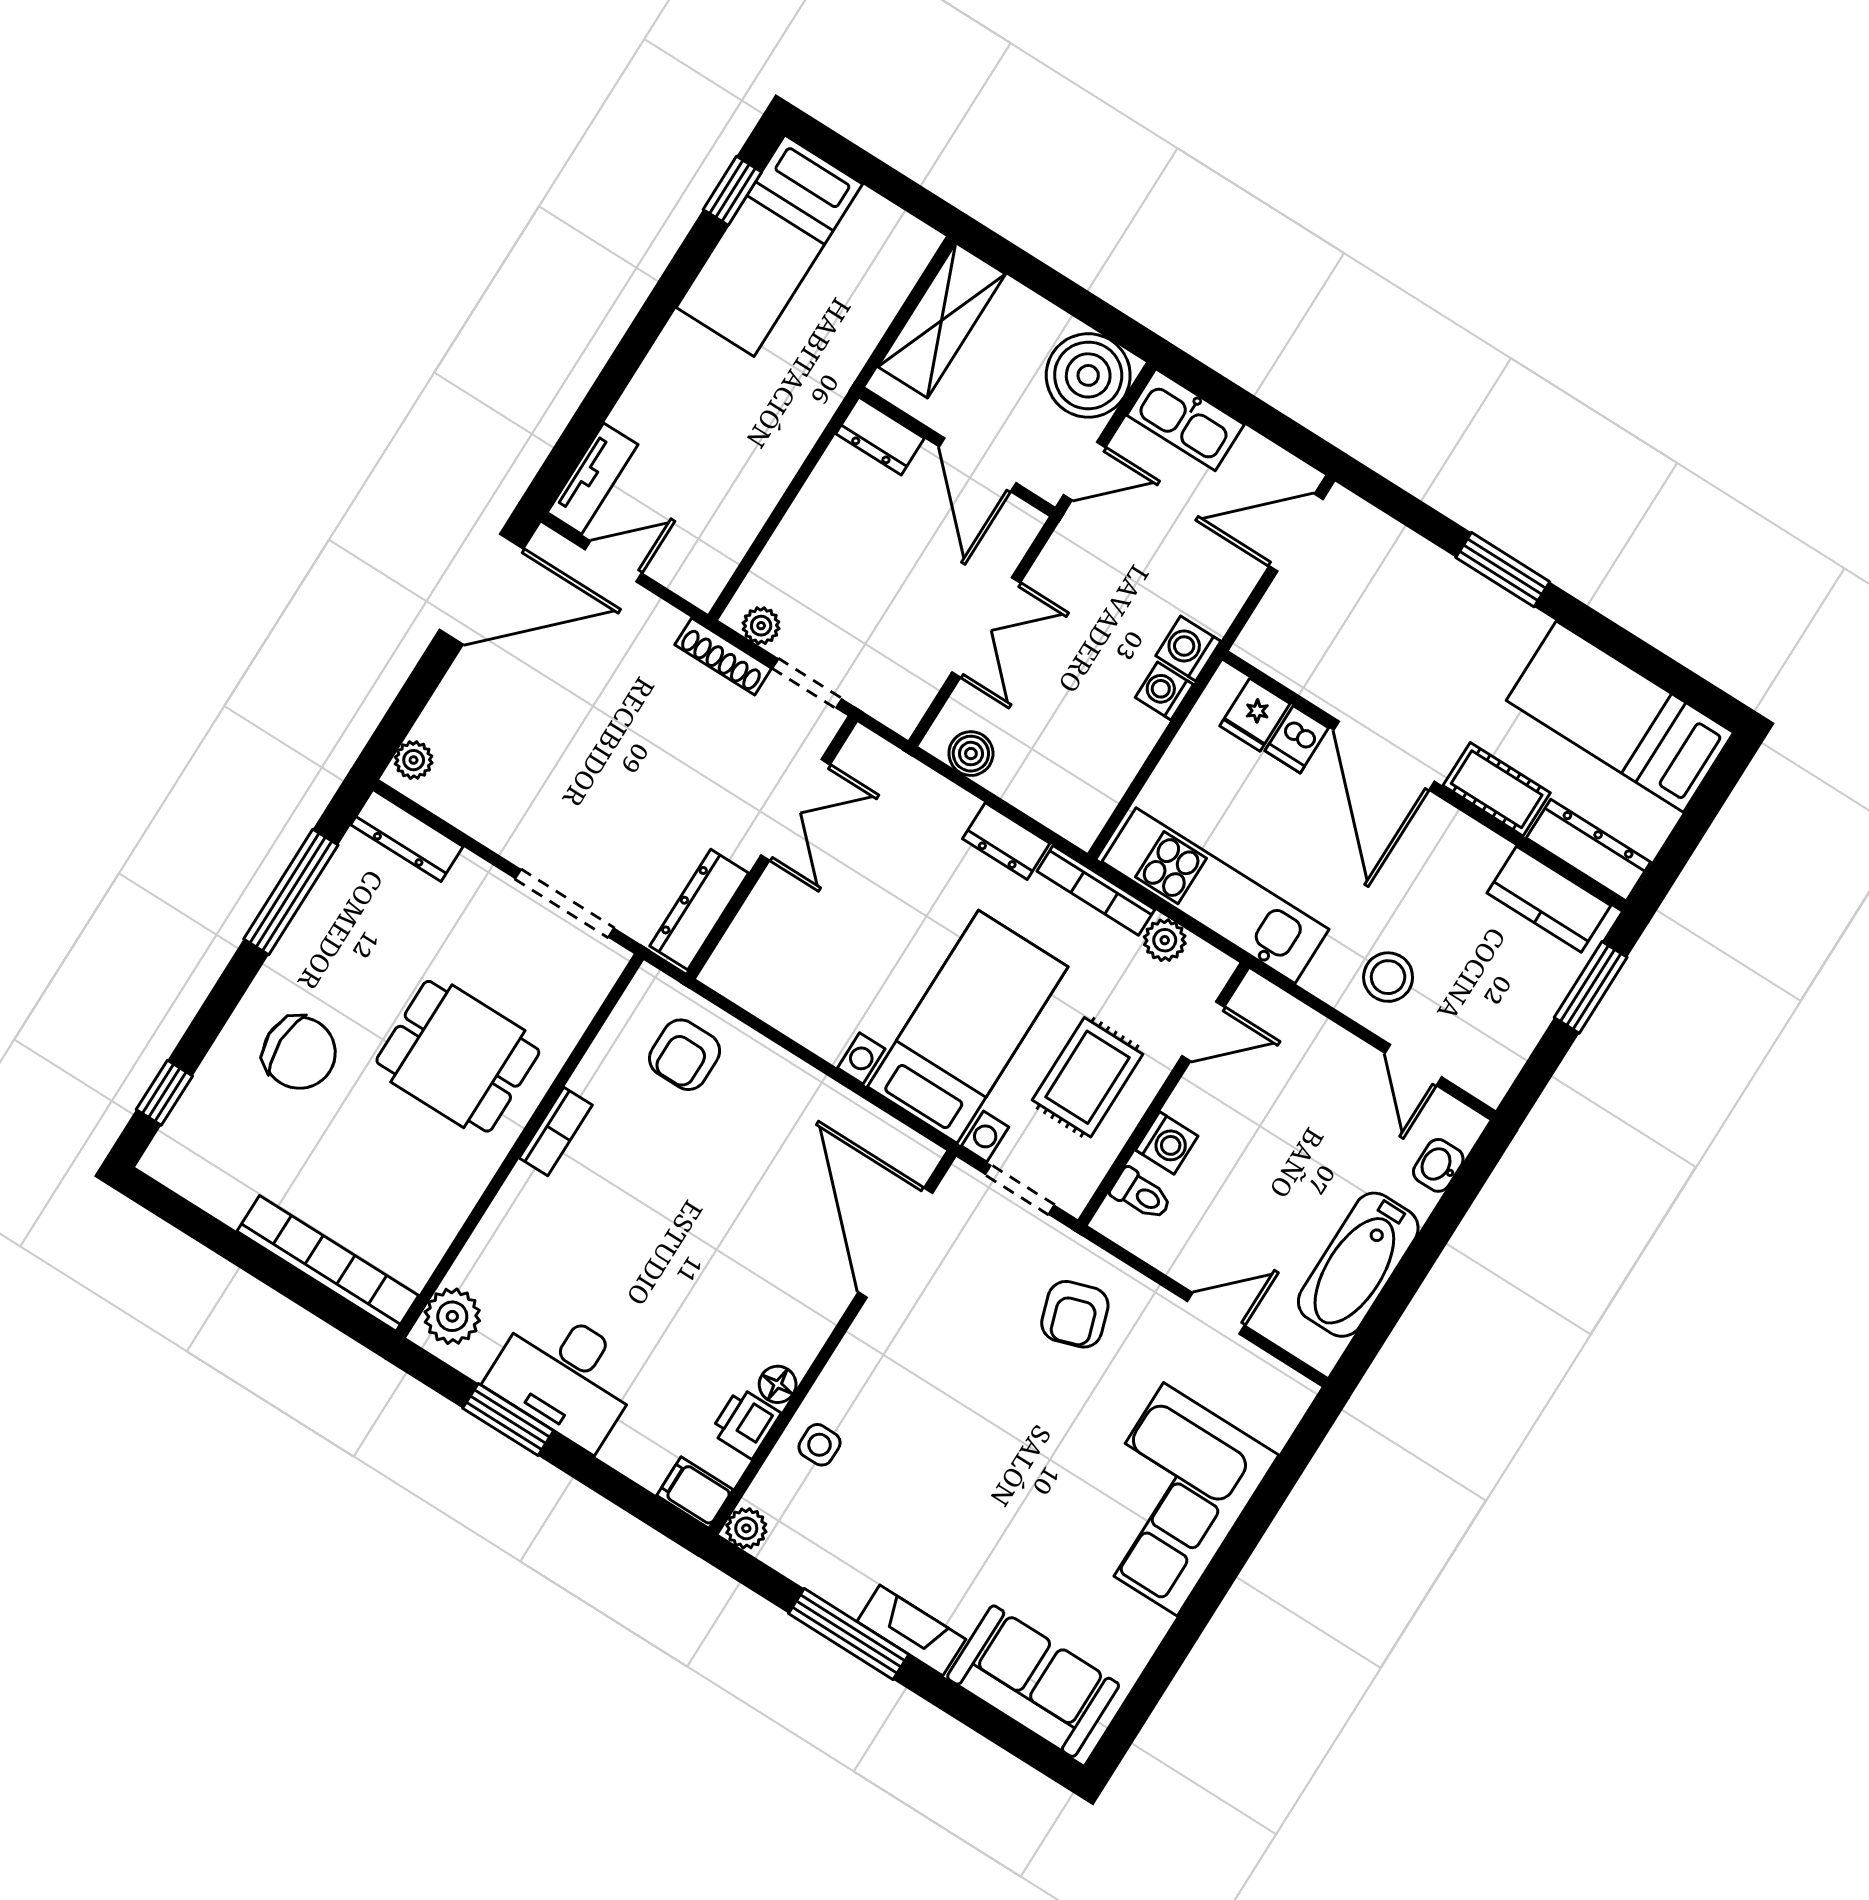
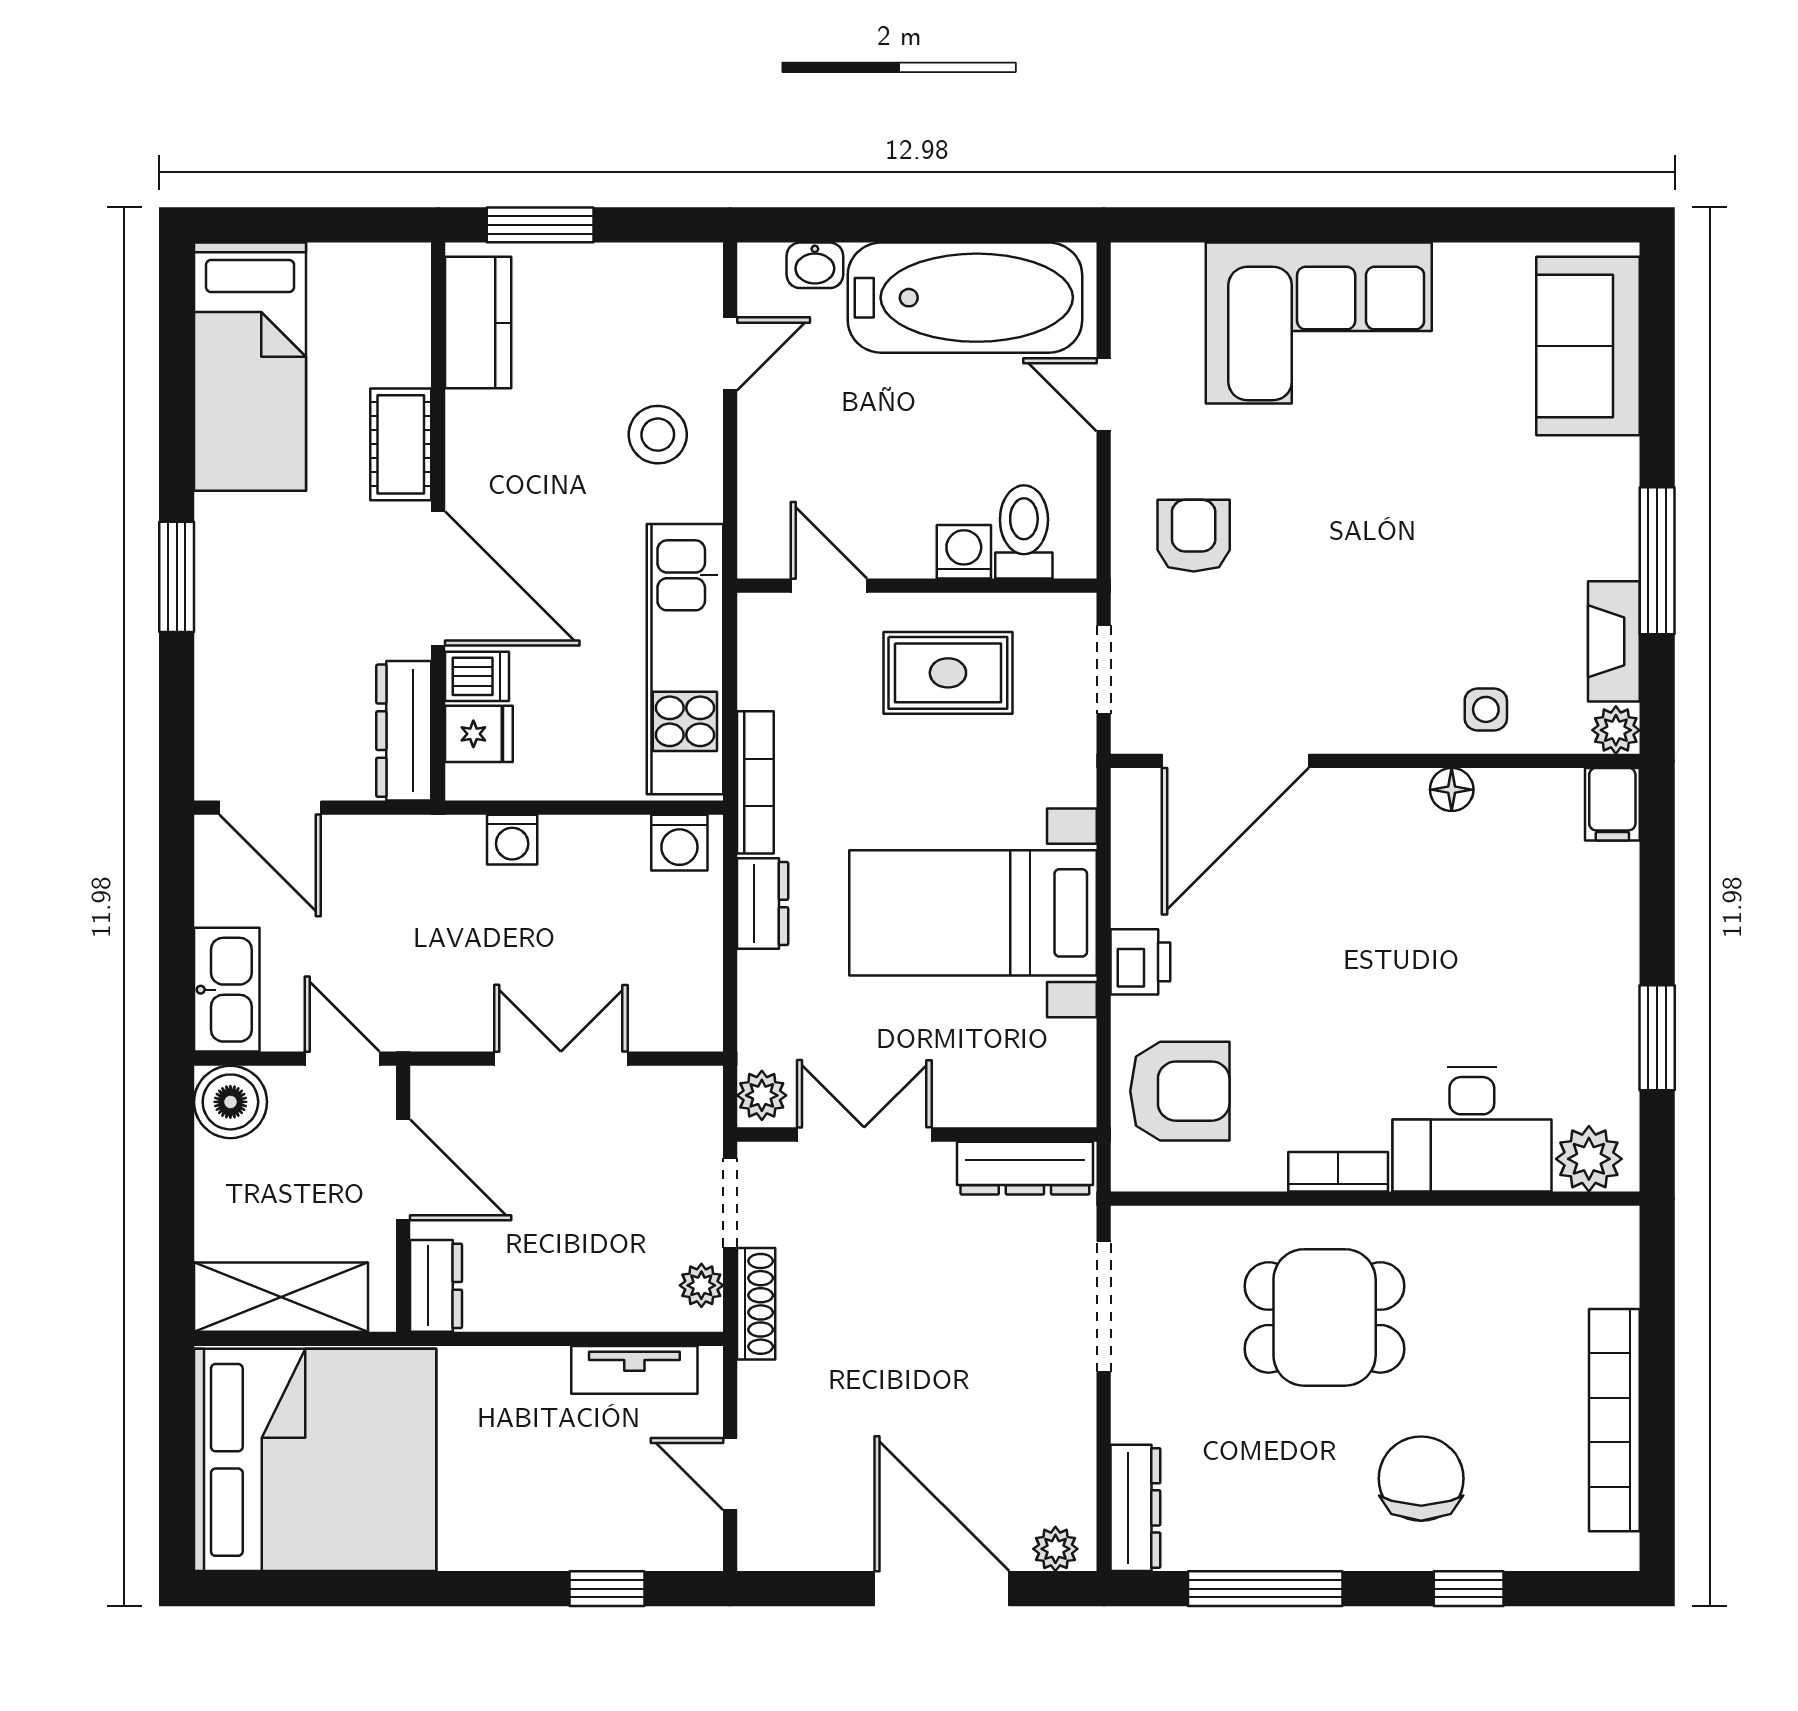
window: (732, 191) -> (607, 1589), moved
bed: (769, 246) -> (315, 1460), width x2.04
boiler: (1088, 375) -> (230, 1102), width x0.73, depth x0.73
door: (978, 465) -> (403, 1170), hinge flipped
tv unit: (593, 479) -> (634, 1370), moved, turned 180
door: (482, 589) -> (942, 1589), moved
washing machine: (1188, 648) -> (679, 843), moved
boiler: (971, 754) -> (697, 994), removed
door: (1384, 756) -> (438, 579), hinge flipped
dresser: (1588, 850) -> (404, 731), moved
plant: (1165, 940) -> (762, 1095), moved
bed with nightstands: (968, 1027) -> (973, 913), moved
armchair: (685, 1055) -> (1180, 1091), width x1.38, depth x1.38
dining table: (458, 1056) -> (1325, 1317), turned 90
window: (164, 1093) -> (1469, 1589), moved
toilet: (1141, 1194) -> (1024, 532), width x1.37, depth x1.39
bookcase: (328, 1263) -> (1614, 1420), moved
bathtub: (1358, 1265) -> (965, 298), width x1.36, depth x1.36
armchair: (1075, 1314) -> (1194, 536), turned -72
desk: (565, 1376) -> (1472, 1129), moved, turned 90
printer: (745, 1423) -> (1140, 962), moved, turned -90
fireplace: (911, 1630) -> (1614, 641), moved

